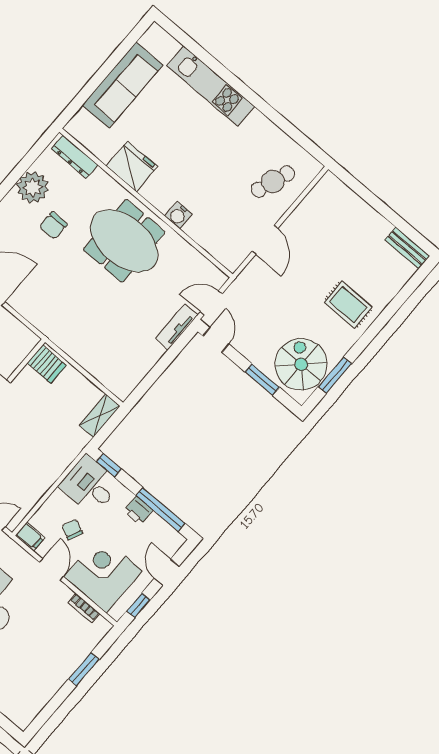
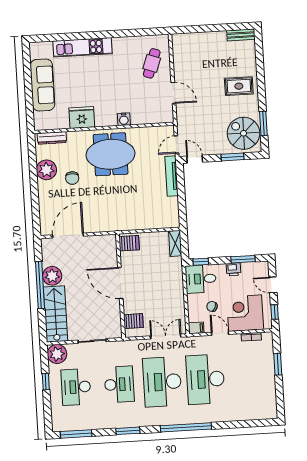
tv unit: (177, 327) -> (172, 176), width x1.41
window: (160, 509) -> (243, 259), width x0.69

